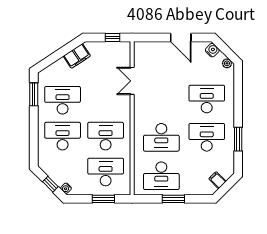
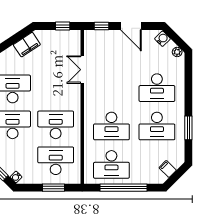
window: (151, 37) -> (101, 26), added
desk: (207, 99) -> (157, 88), turned 180
desk: (207, 137) -> (157, 126), turned 180
window: (173, 199) -> (124, 188), width x2.11

